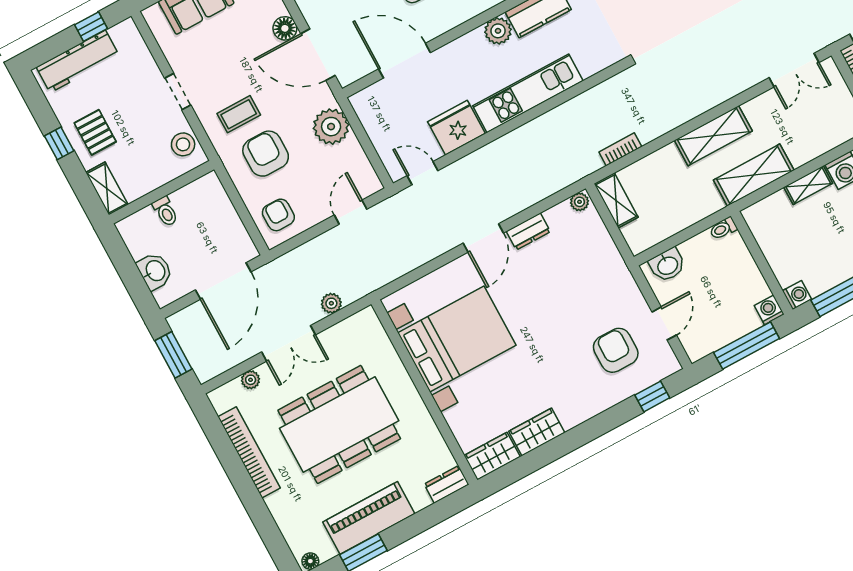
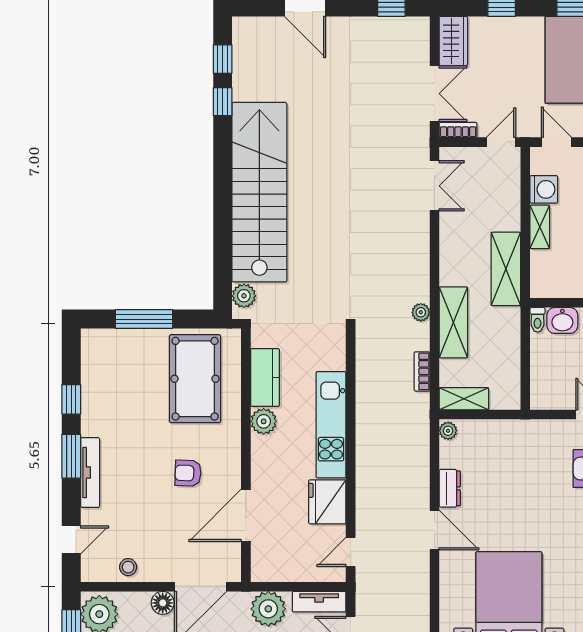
plant: (673, 119) -> (421, 312), added
shelving: (713, 136) -> (453, 322), moved
tv unit: (362, 169) -> (319, 602), added
washbasin: (667, 265) -> (562, 320), moved, turned 90

